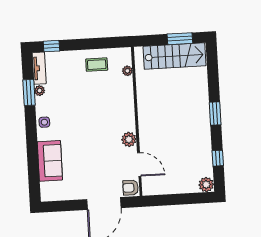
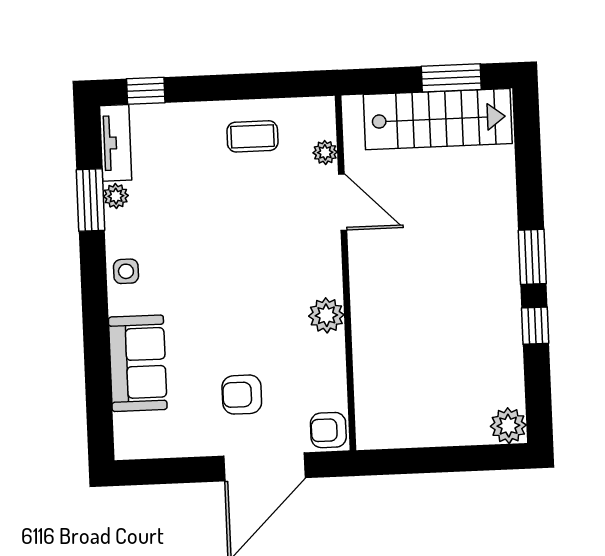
window: (218, 158) -> (535, 326), moved
door: (139, 164) -> (343, 202), moved
armchair: (94, 173) -> (242, 395), added

